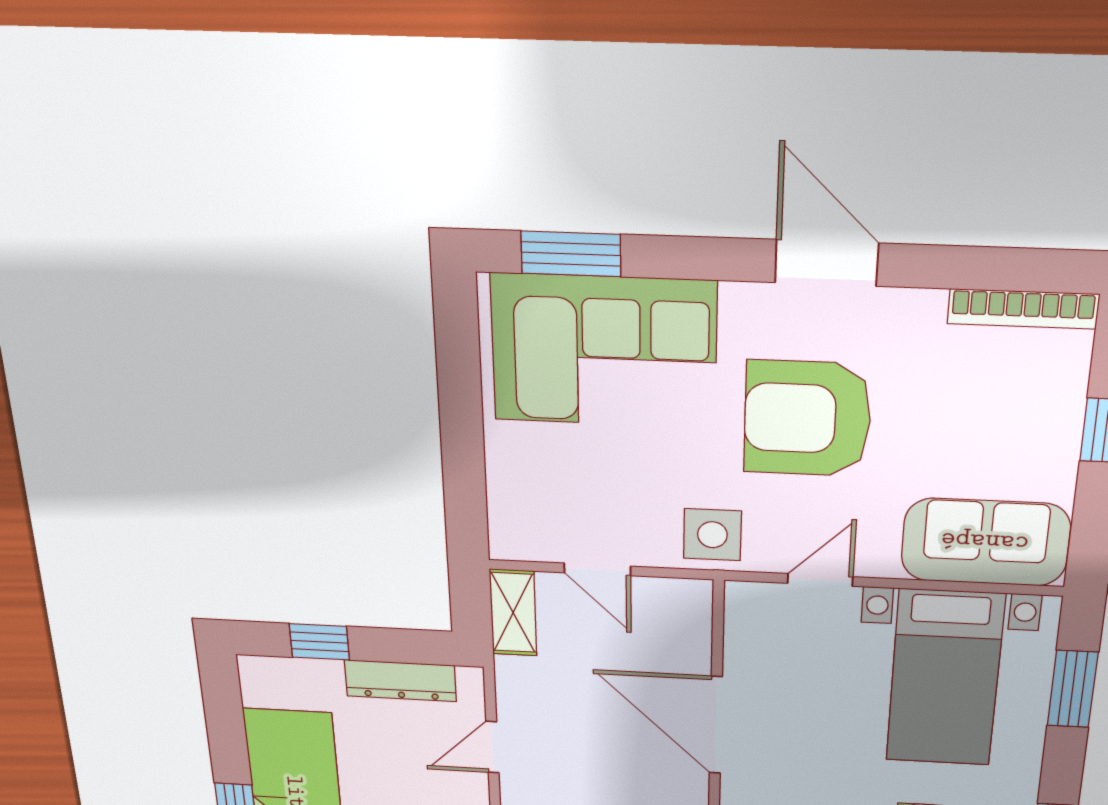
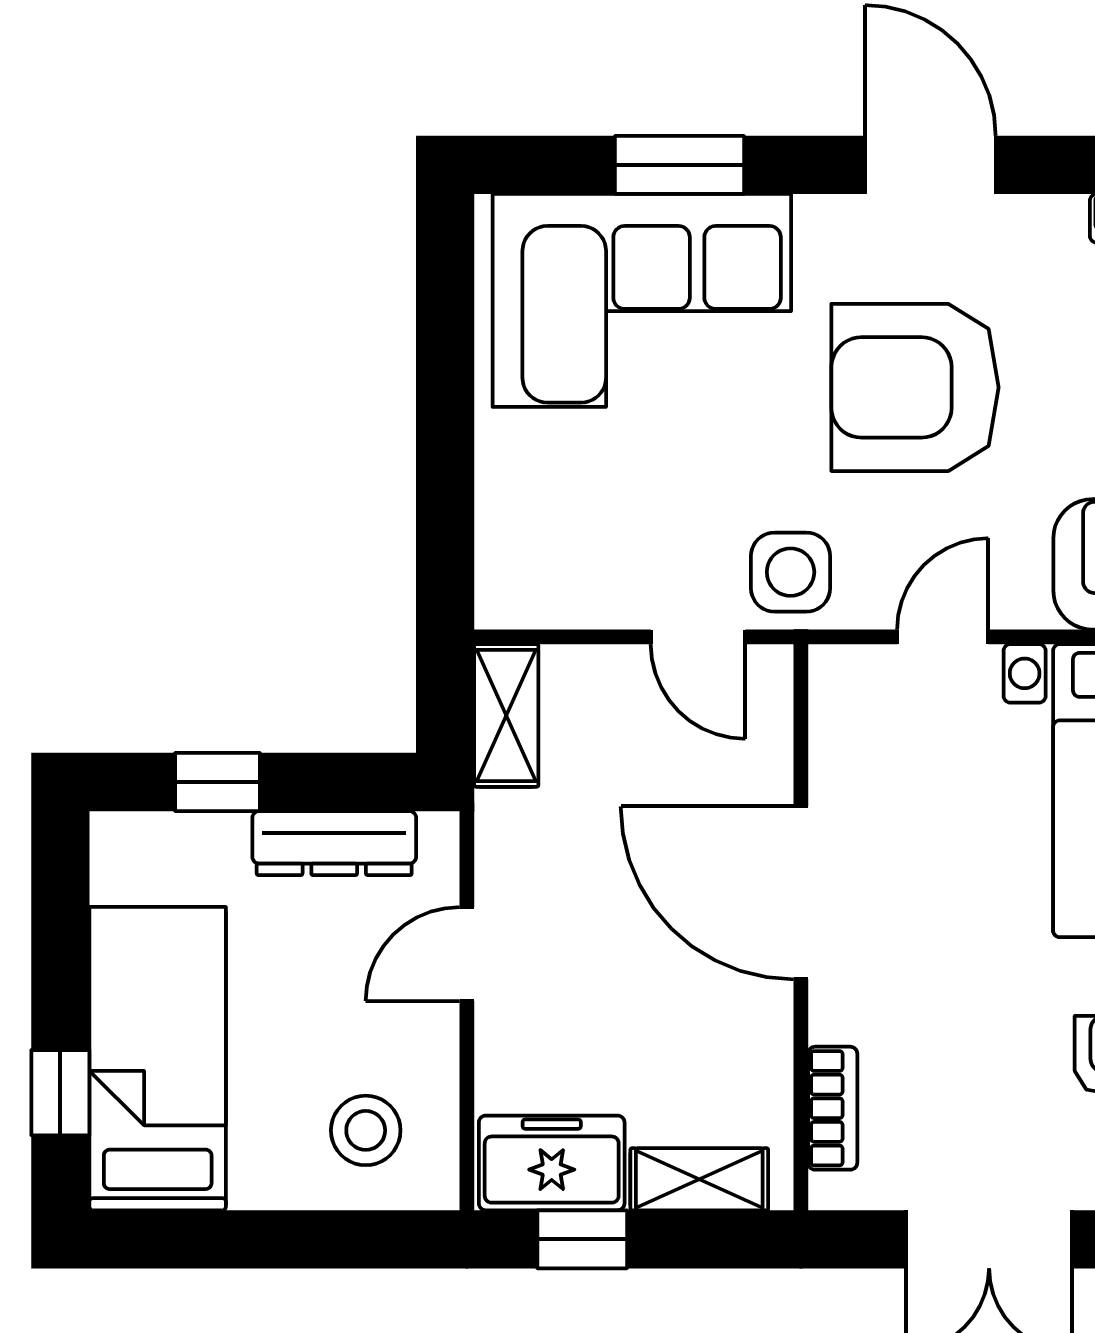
window: (571, 254) -> (680, 165), moved
door: (597, 569) -> (698, 637), moved

